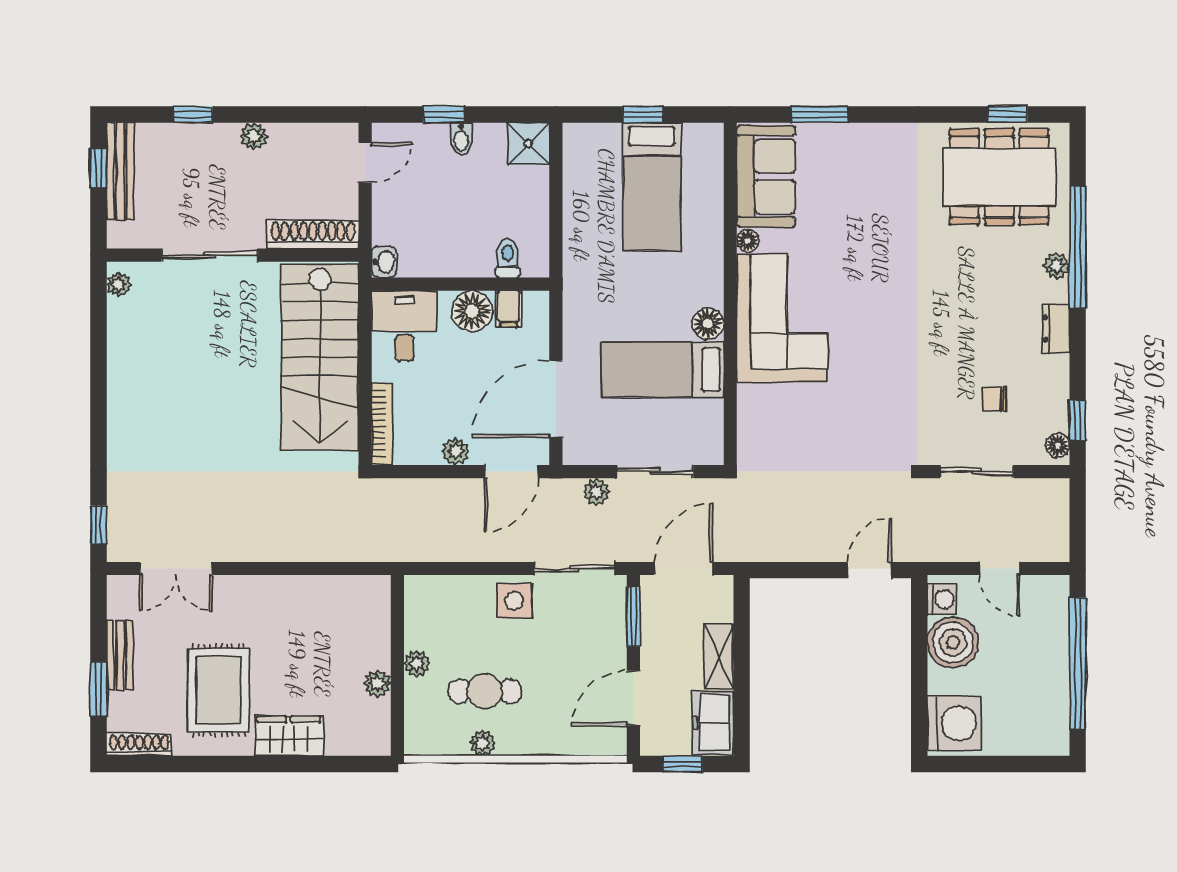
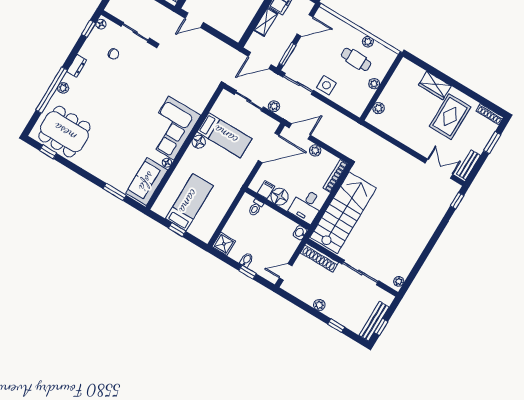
bench: (120, 655) -> (469, 165), moved
plant: (377, 684) -> (379, 108), moved

